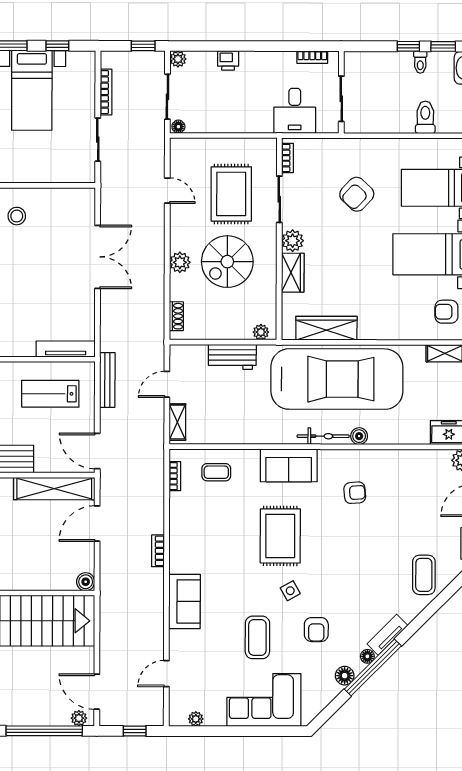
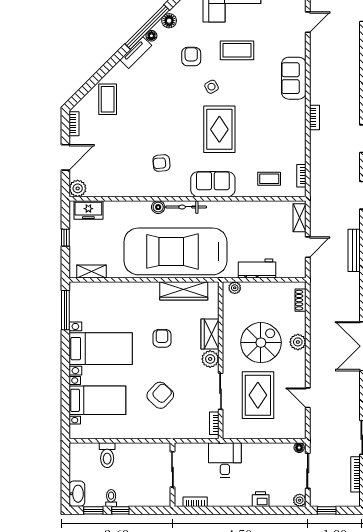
desk: (295, 111) -> (225, 460), moved
armchair: (446, 312) -> (162, 338), moved, turned -90
coffee table: (257, 637) -> (237, 50), turned 90

